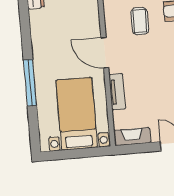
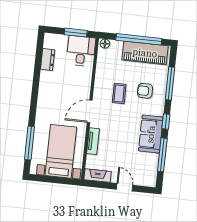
door: (105, 53) -> (90, 111), hinge flipped
window: (30, 83) -> (29, 143), moved

